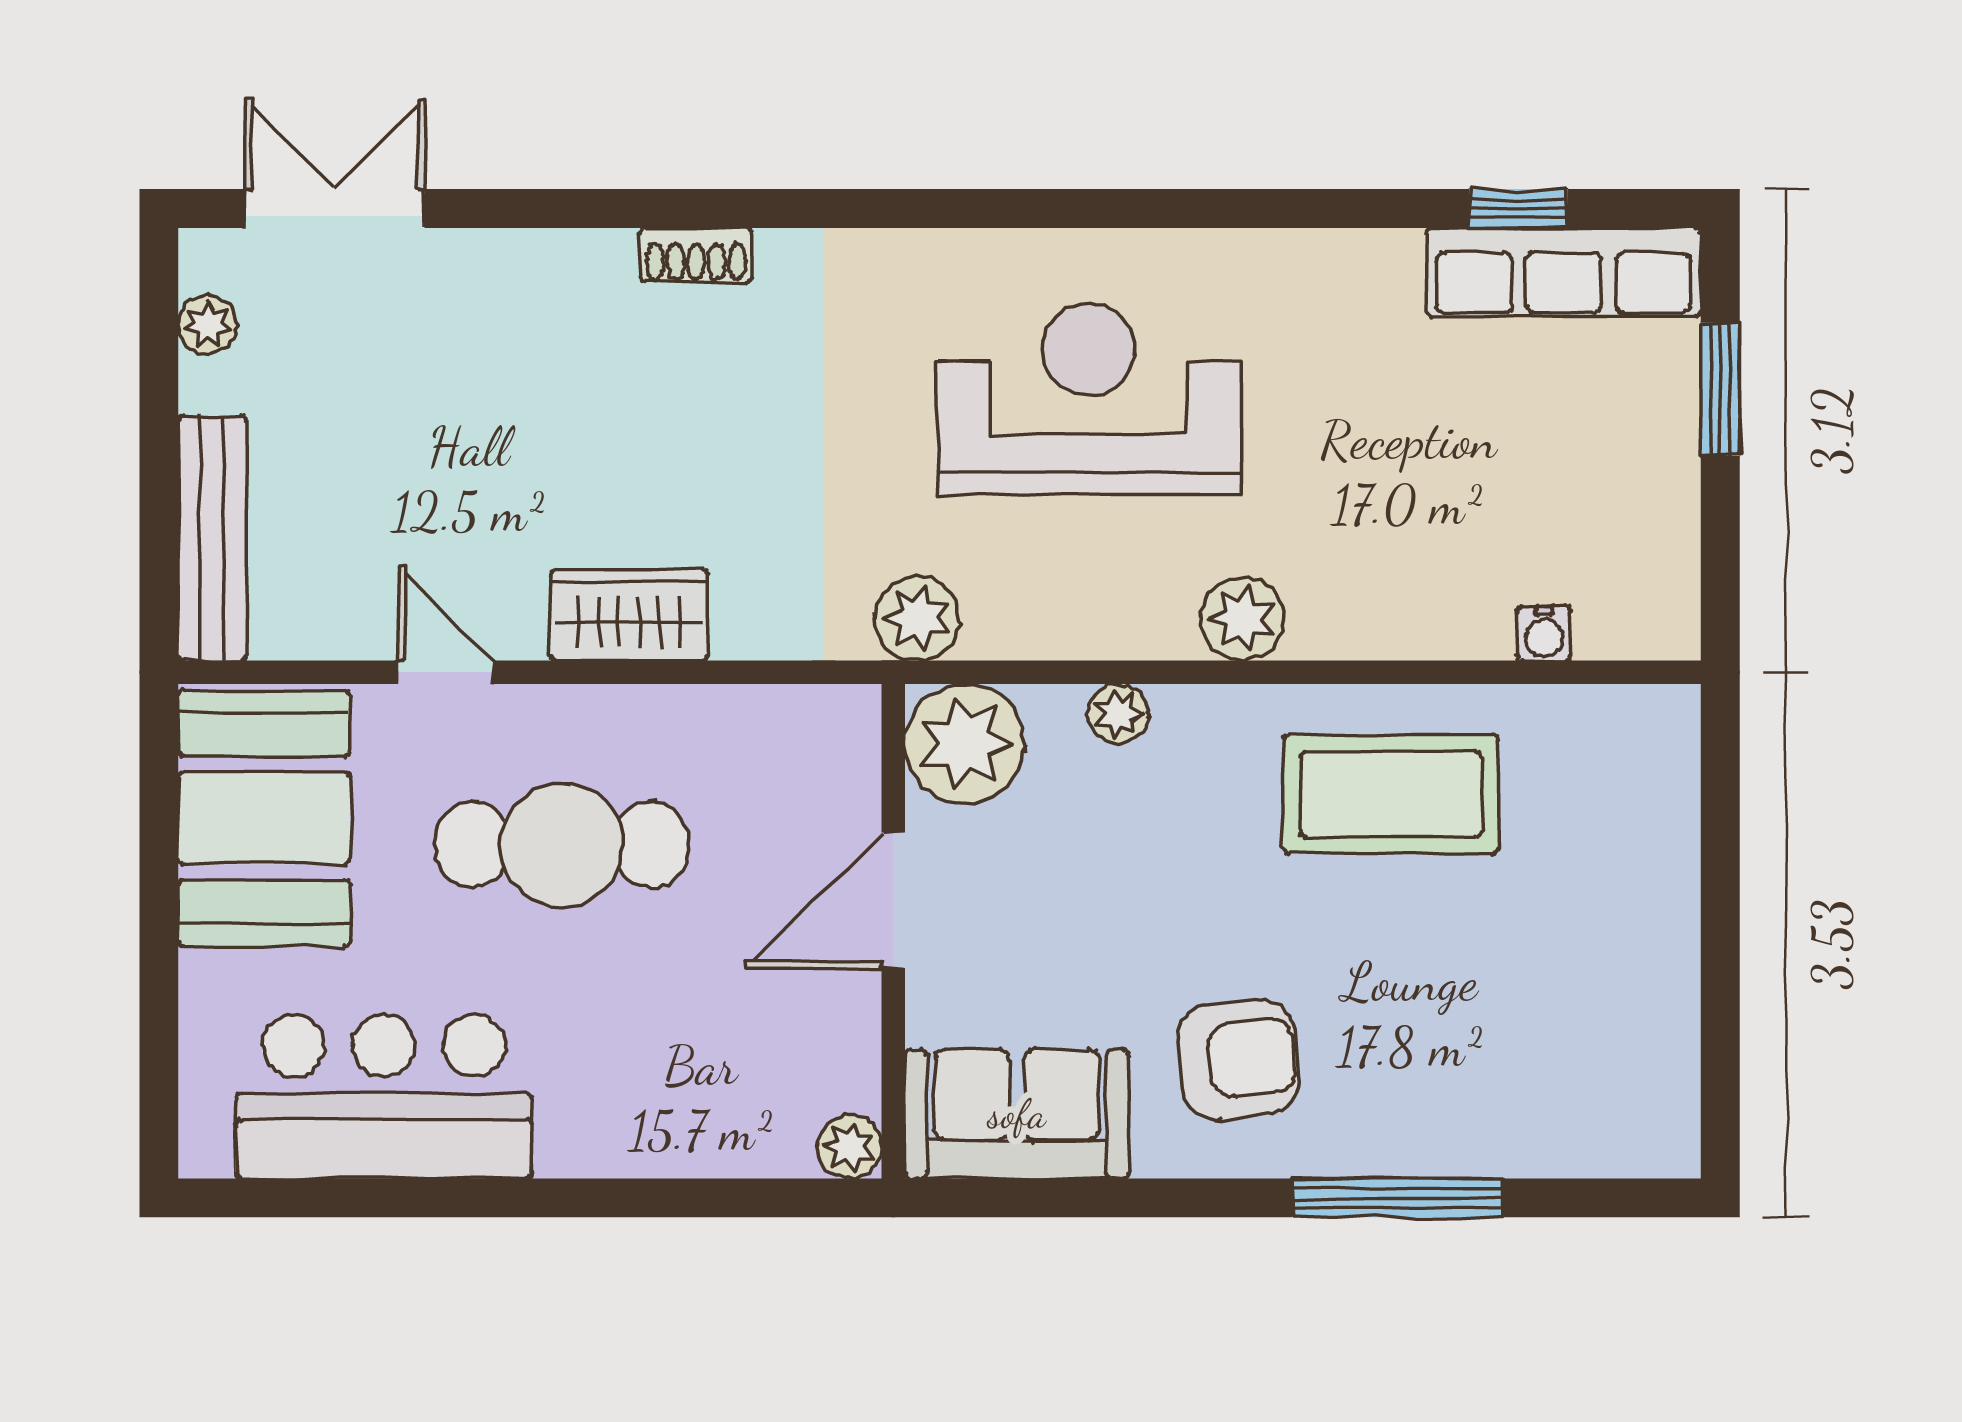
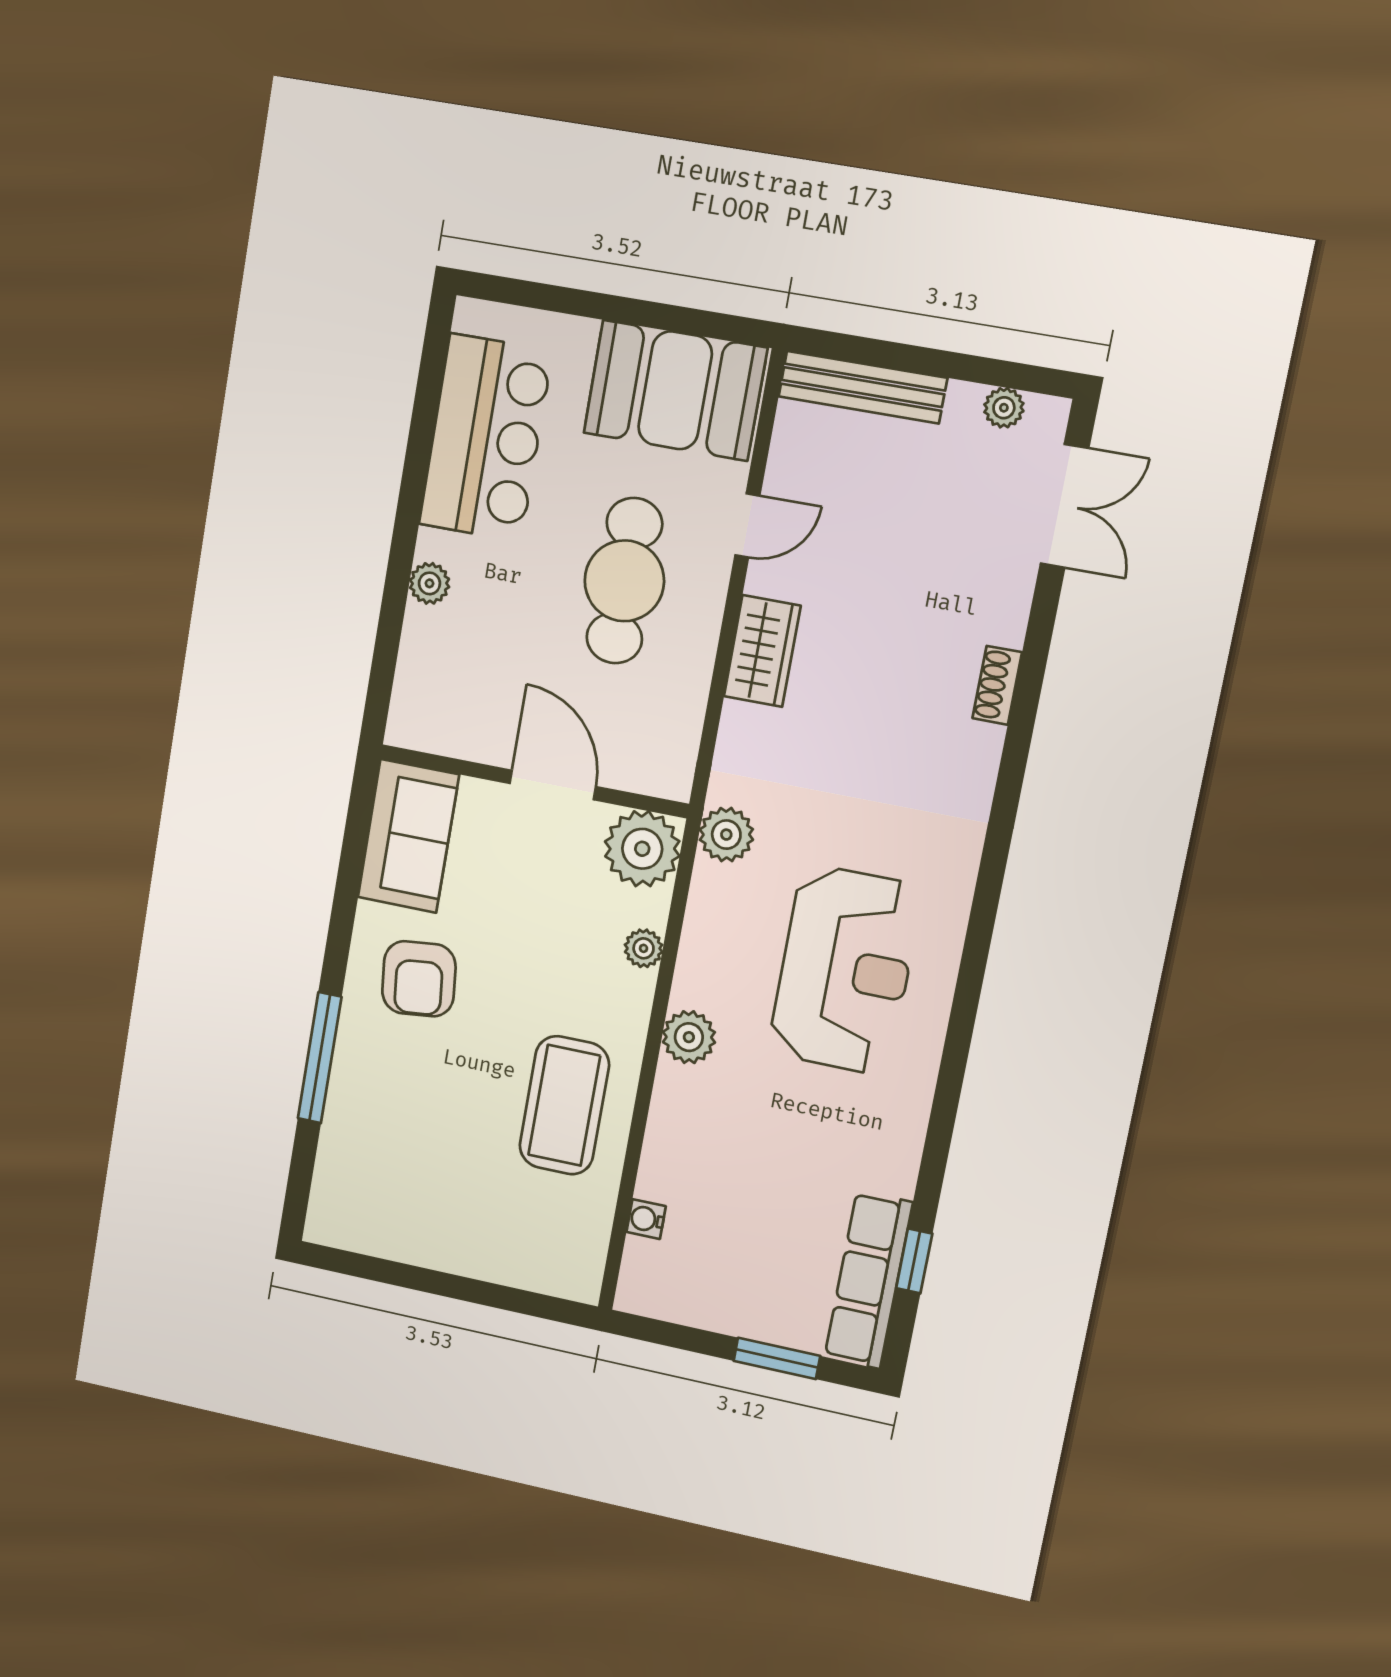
shoe rack: (696, 255) -> (997, 685), moved
plant: (850, 1147) -> (429, 583), moved

